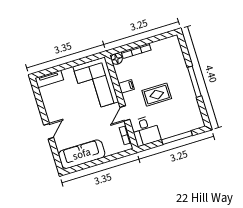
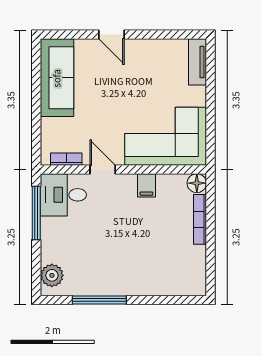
window: (194, 82) -> (99, 300), moved
rug: (157, 95) -> (118, 232), removed
plant: (192, 124) -> (52, 275), added
window: (177, 138) -> (36, 213), moved

